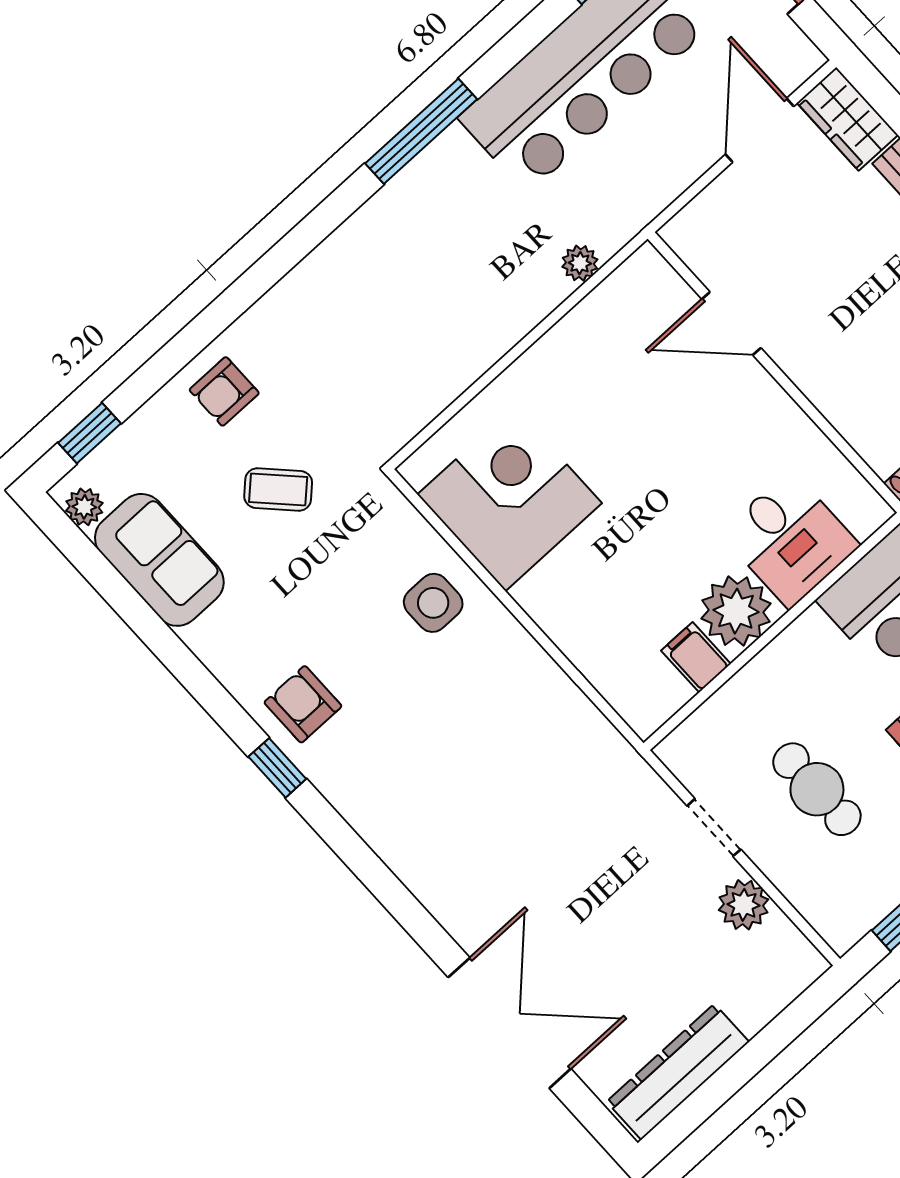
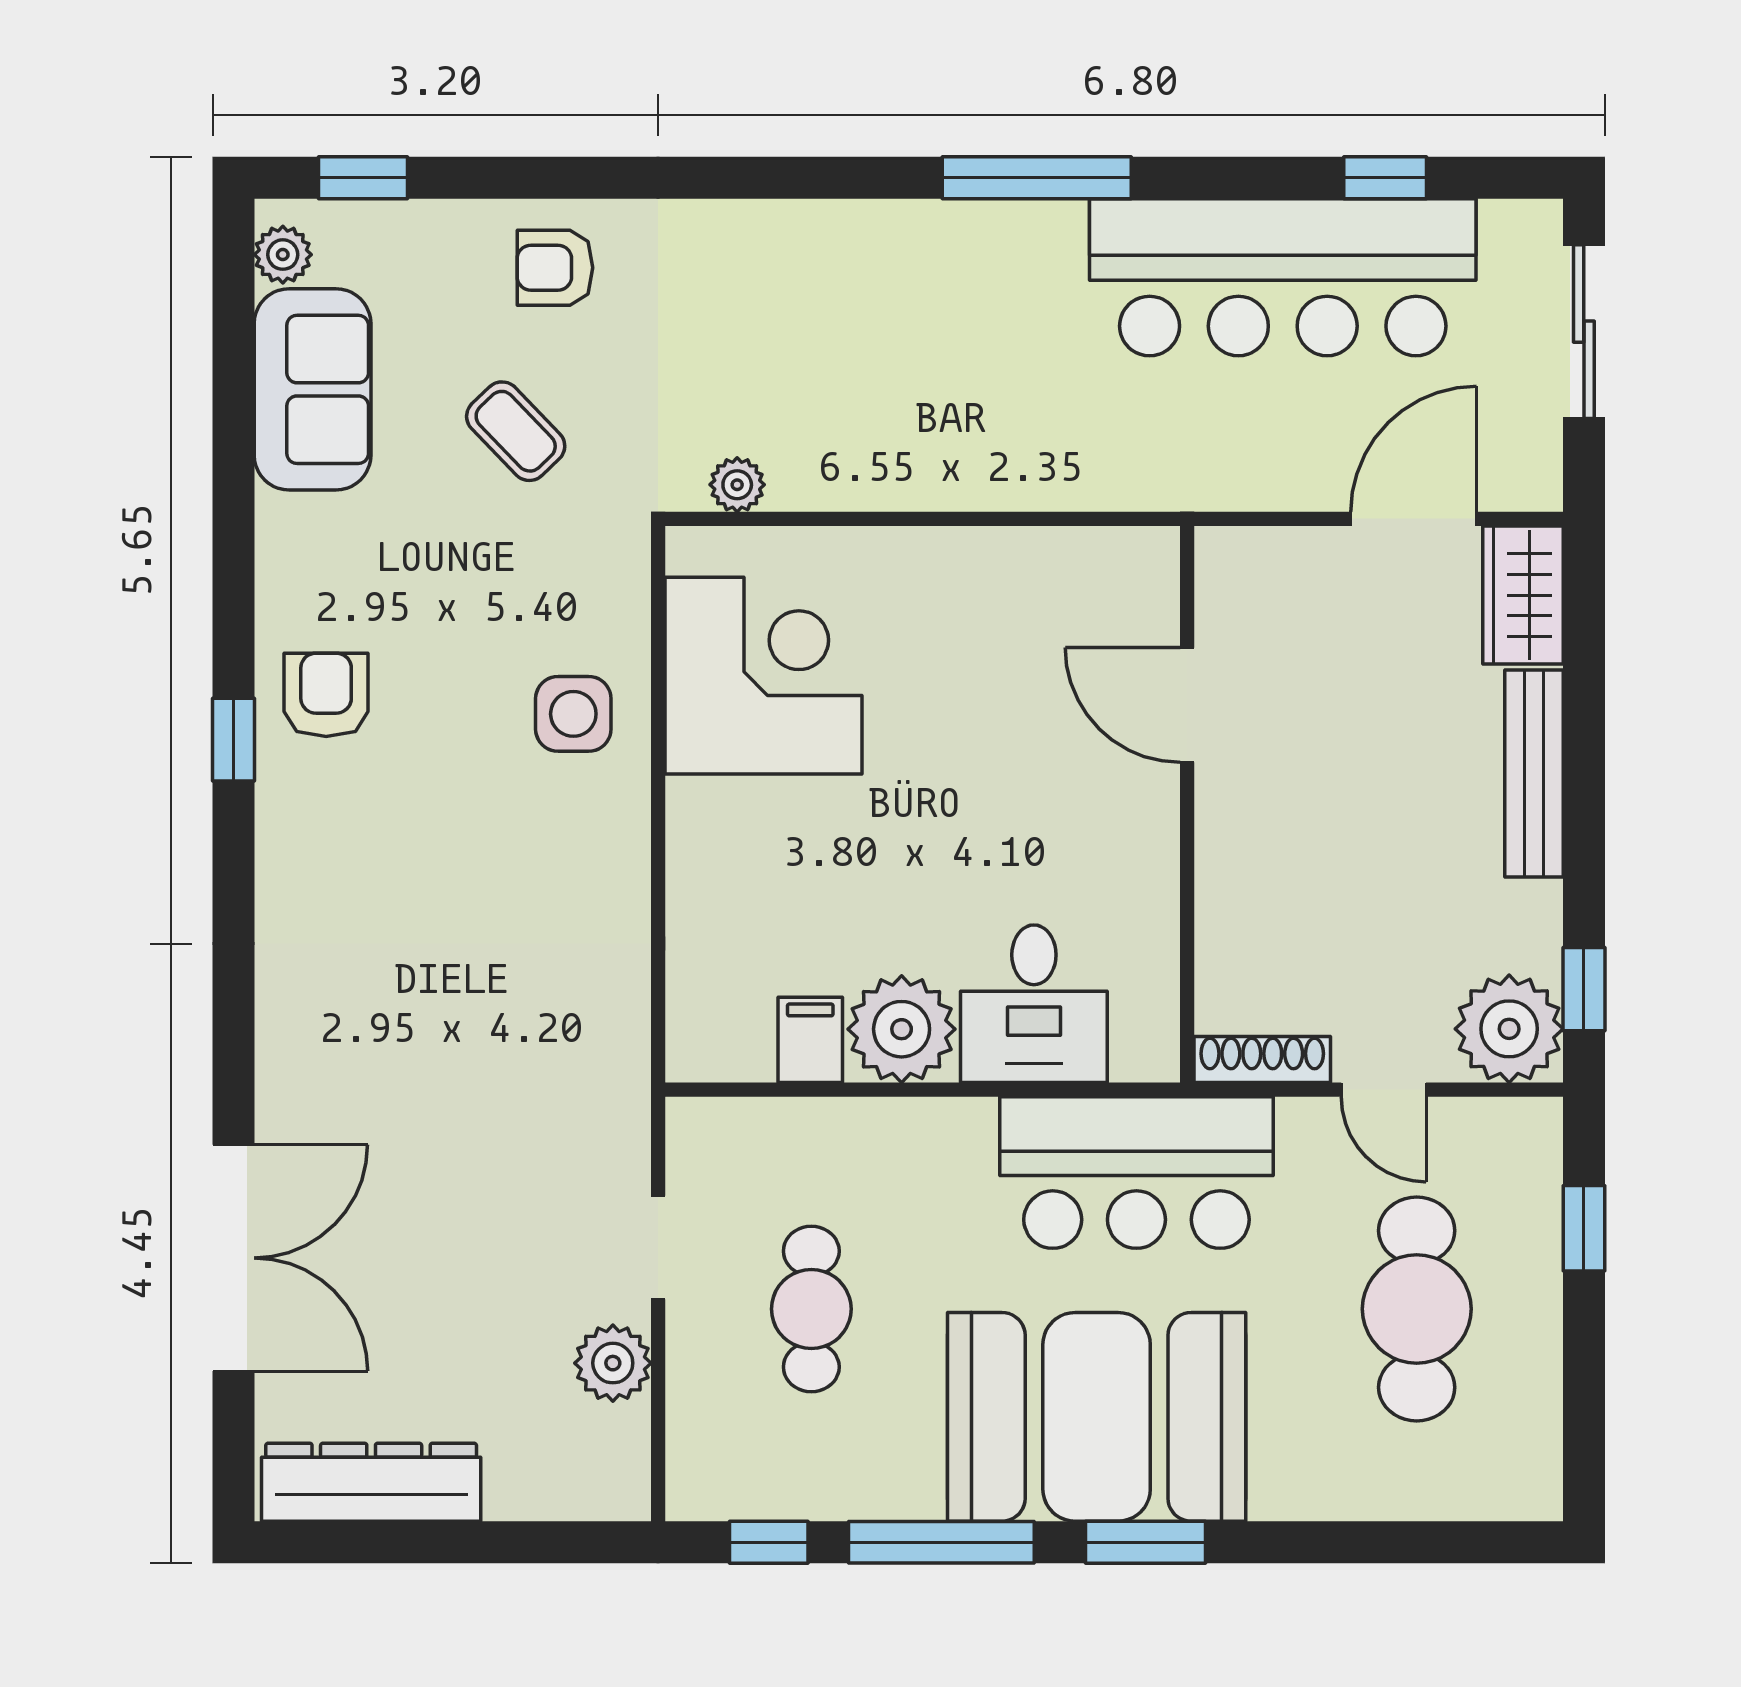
plant: (580, 263) -> (737, 485), moved

